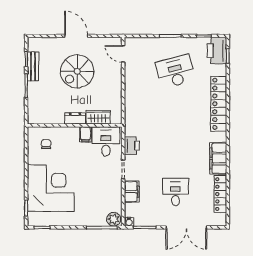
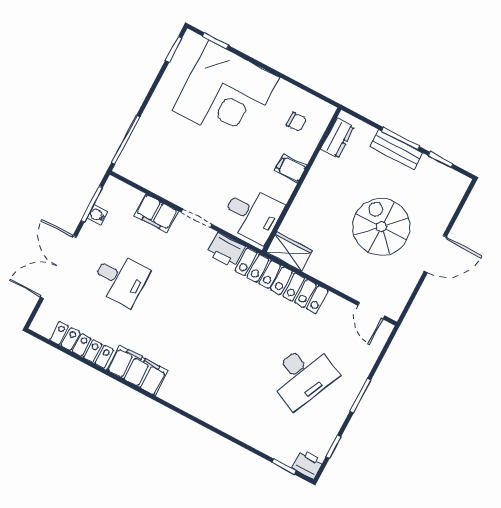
printer: (217, 51) -> (308, 464), width x0.53, depth x0.68
door: (123, 54) -> (371, 310), swing flipped
bench: (33, 66) -> (396, 150), moved
desk: (175, 71) -> (303, 375), turned 39
locker: (219, 104) -> (282, 281), moved, turned 180
wardrobe: (98, 117) -> (289, 251), moved, turned -90
dresser: (75, 118) -> (338, 138), moved
filing cabinet: (85, 134) -> (291, 169), moved
plant: (114, 219) -> (129, 164), removed
water cooler: (129, 222) -> (97, 215), moved

